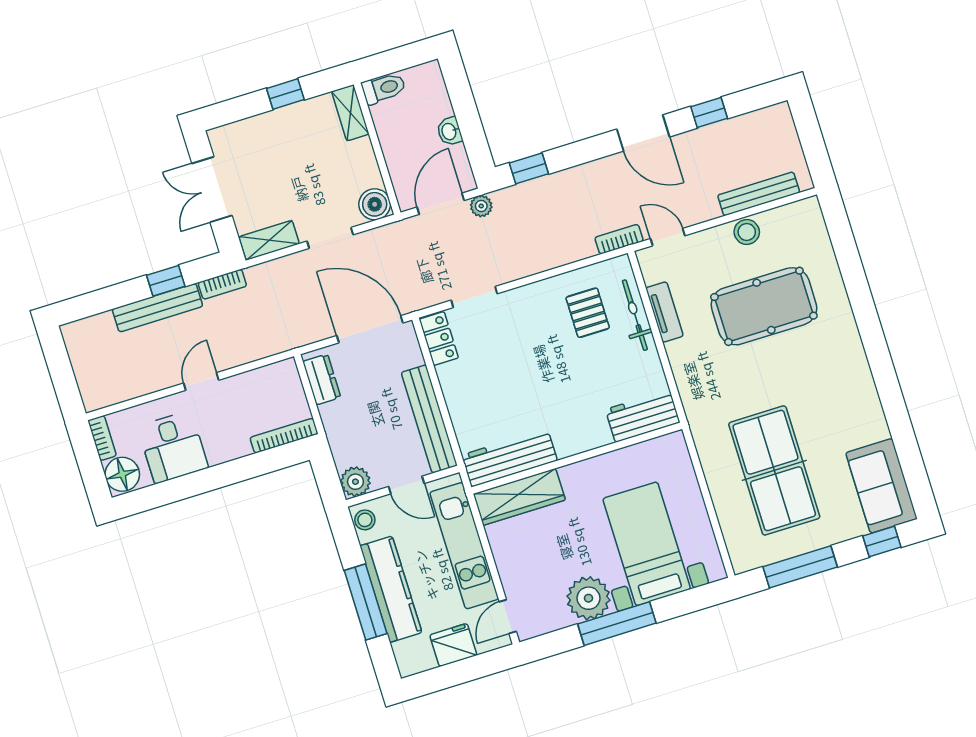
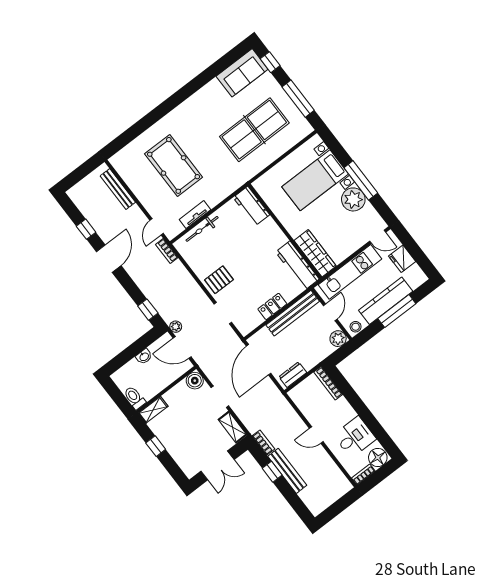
stool: (747, 232) -> (139, 188), removed
pallet: (588, 313) -> (219, 280), moved
locker: (439, 339) -> (272, 306), moved

